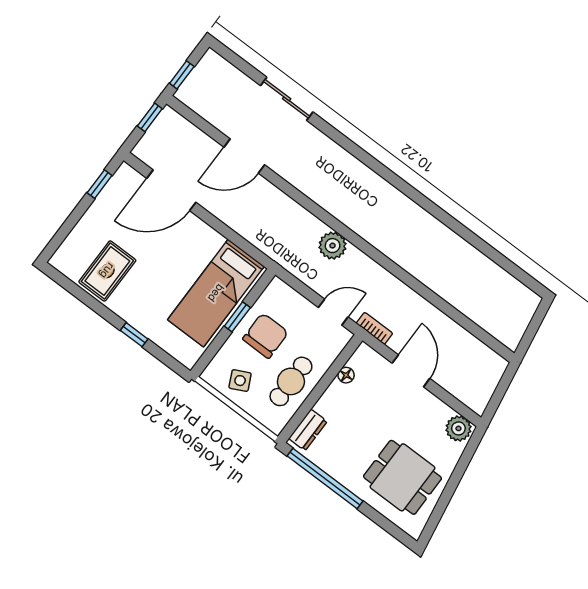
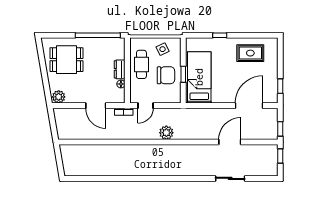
rug: (107, 271) -> (250, 53), turned 90
chair: (266, 336) -> (166, 75), turned -90
dresser: (308, 430) -> (120, 69), moved

